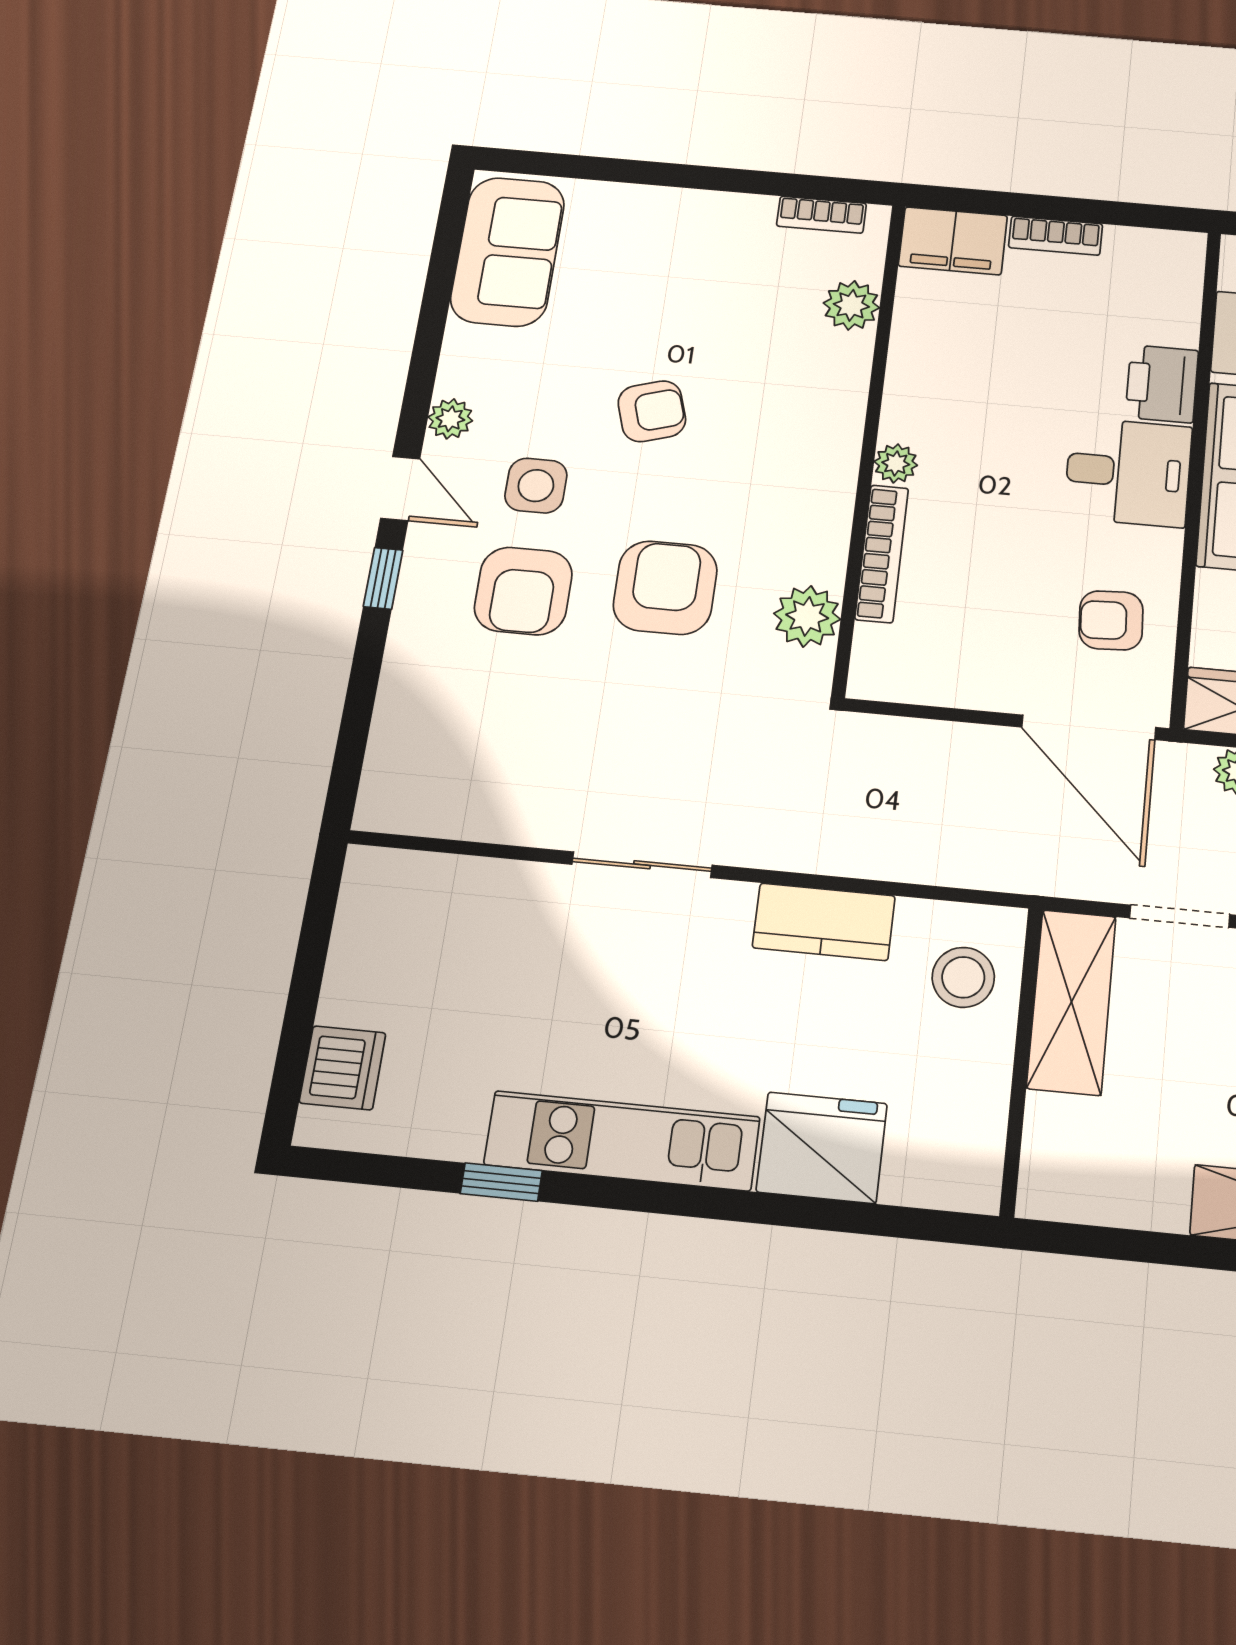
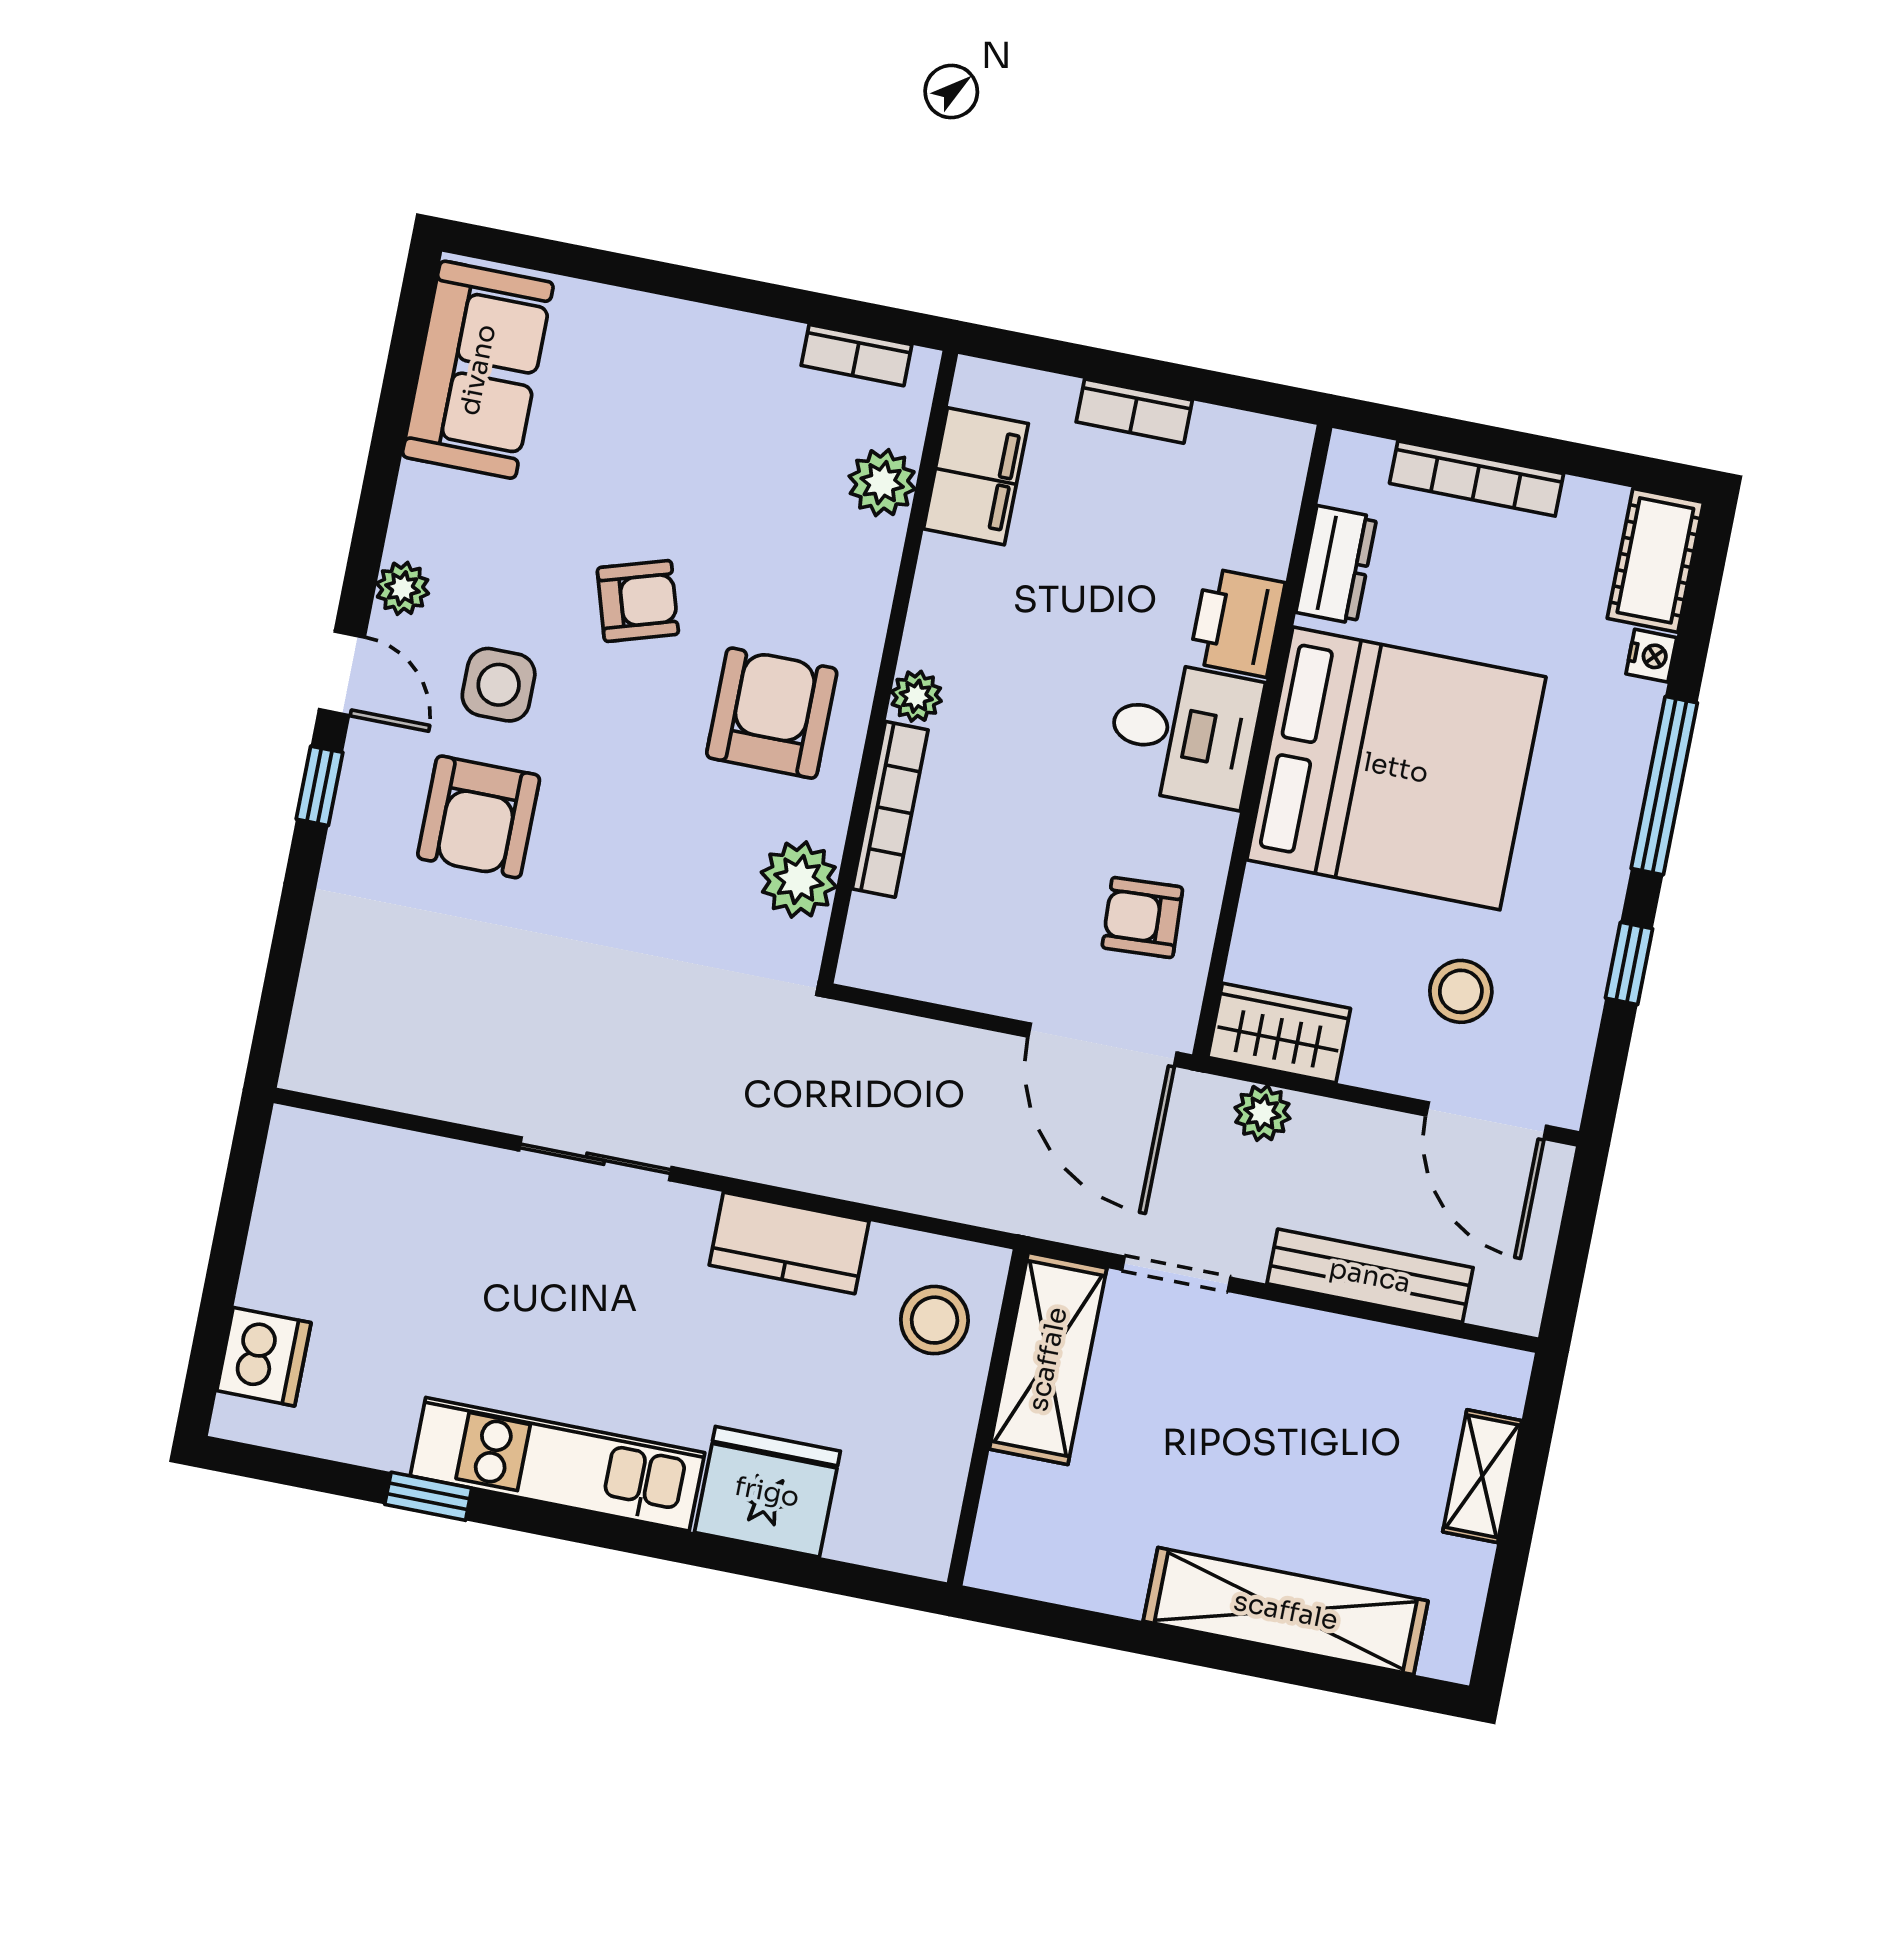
filing cabinet: (953, 241) -> (976, 476), moved, turned -90
armchair: (665, 588) -> (772, 713), moved

